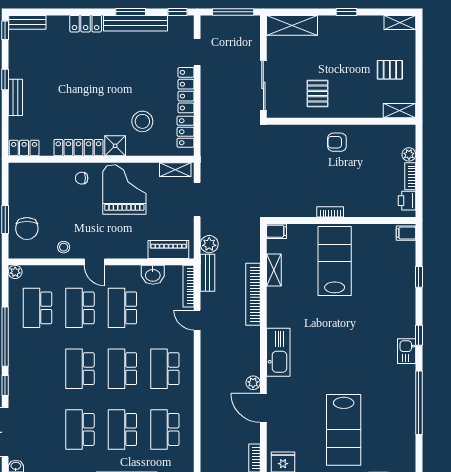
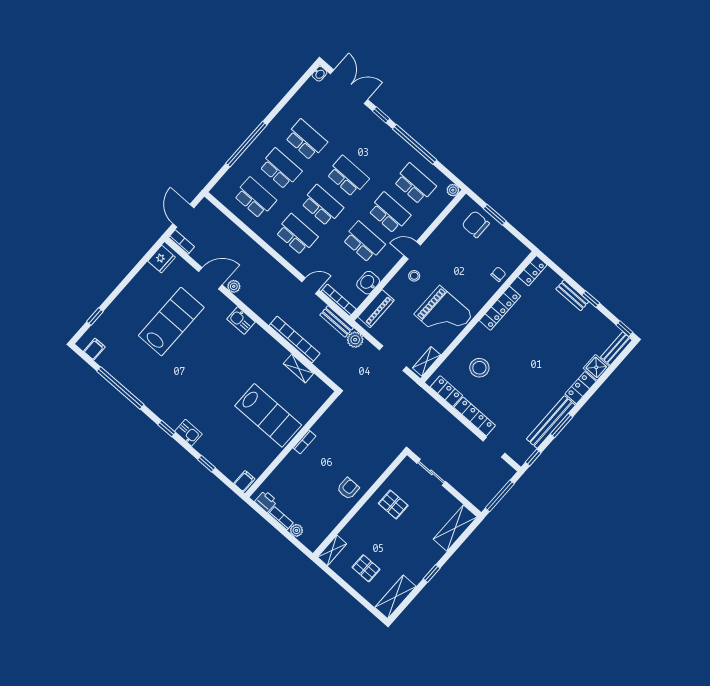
shelving: (400, 22) -> (395, 597), width x1.50, depth x1.33
pallet: (390, 70) -> (366, 568), turned 90
sliding door: (263, 85) -> (431, 472), width x0.73
shower: (115, 146) -> (596, 367), moved
chair: (82, 178) -> (498, 274), moved
filing cabinet: (277, 231) -> (94, 349), moved, turned 180
stool: (64, 247) -> (414, 276), moved
kitchen sink: (407, 351) -> (188, 433), moved
kitchen sink: (278, 352) -> (241, 320), width x0.53, depth x0.81
lab bench: (344, 430) -> (171, 322), moved, turned 90

